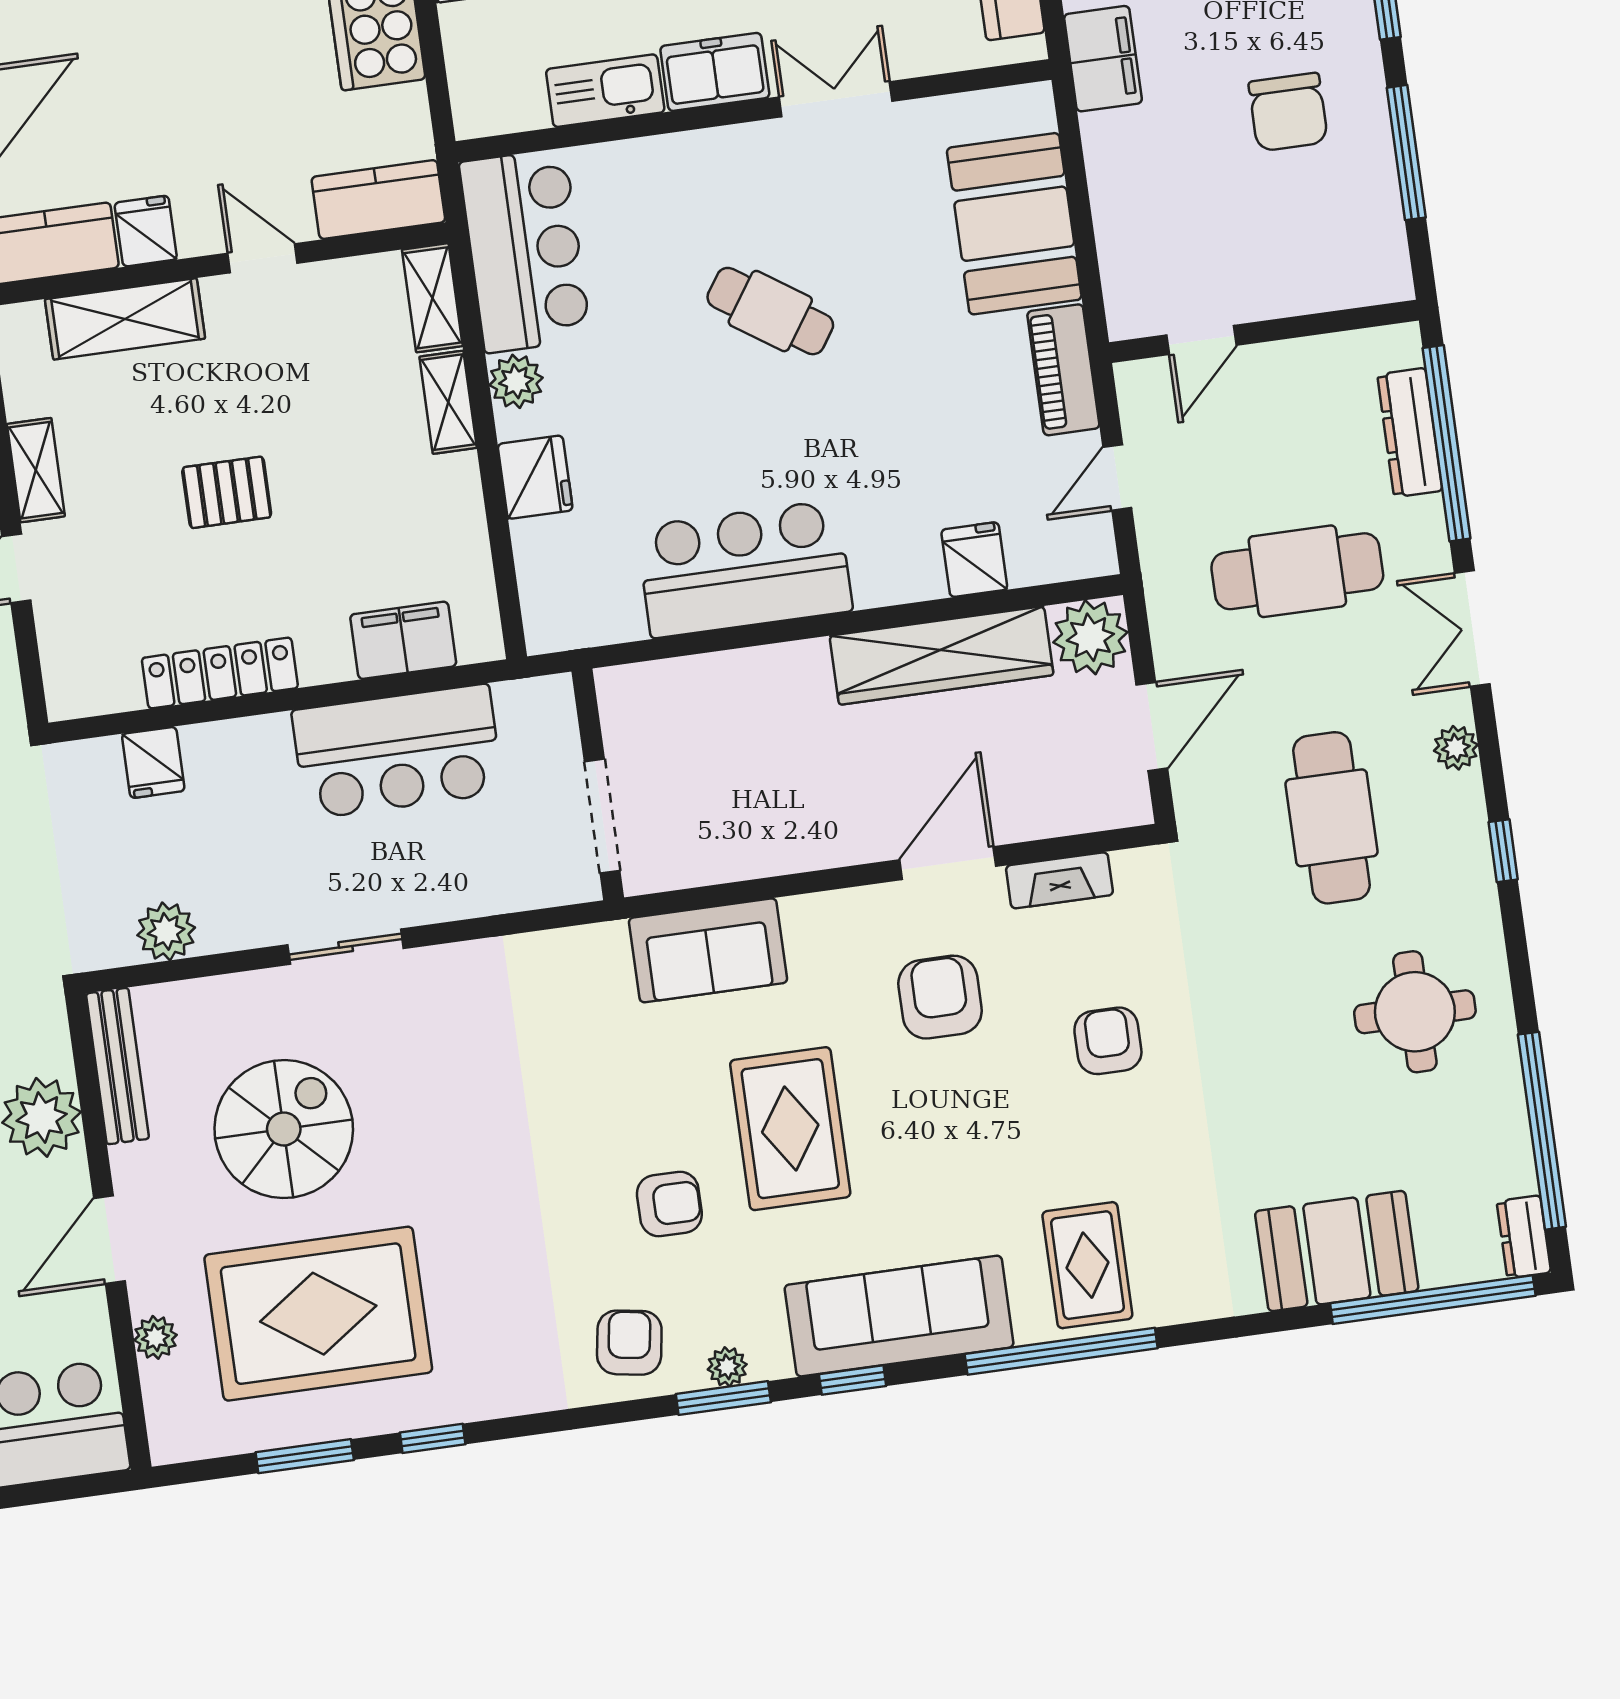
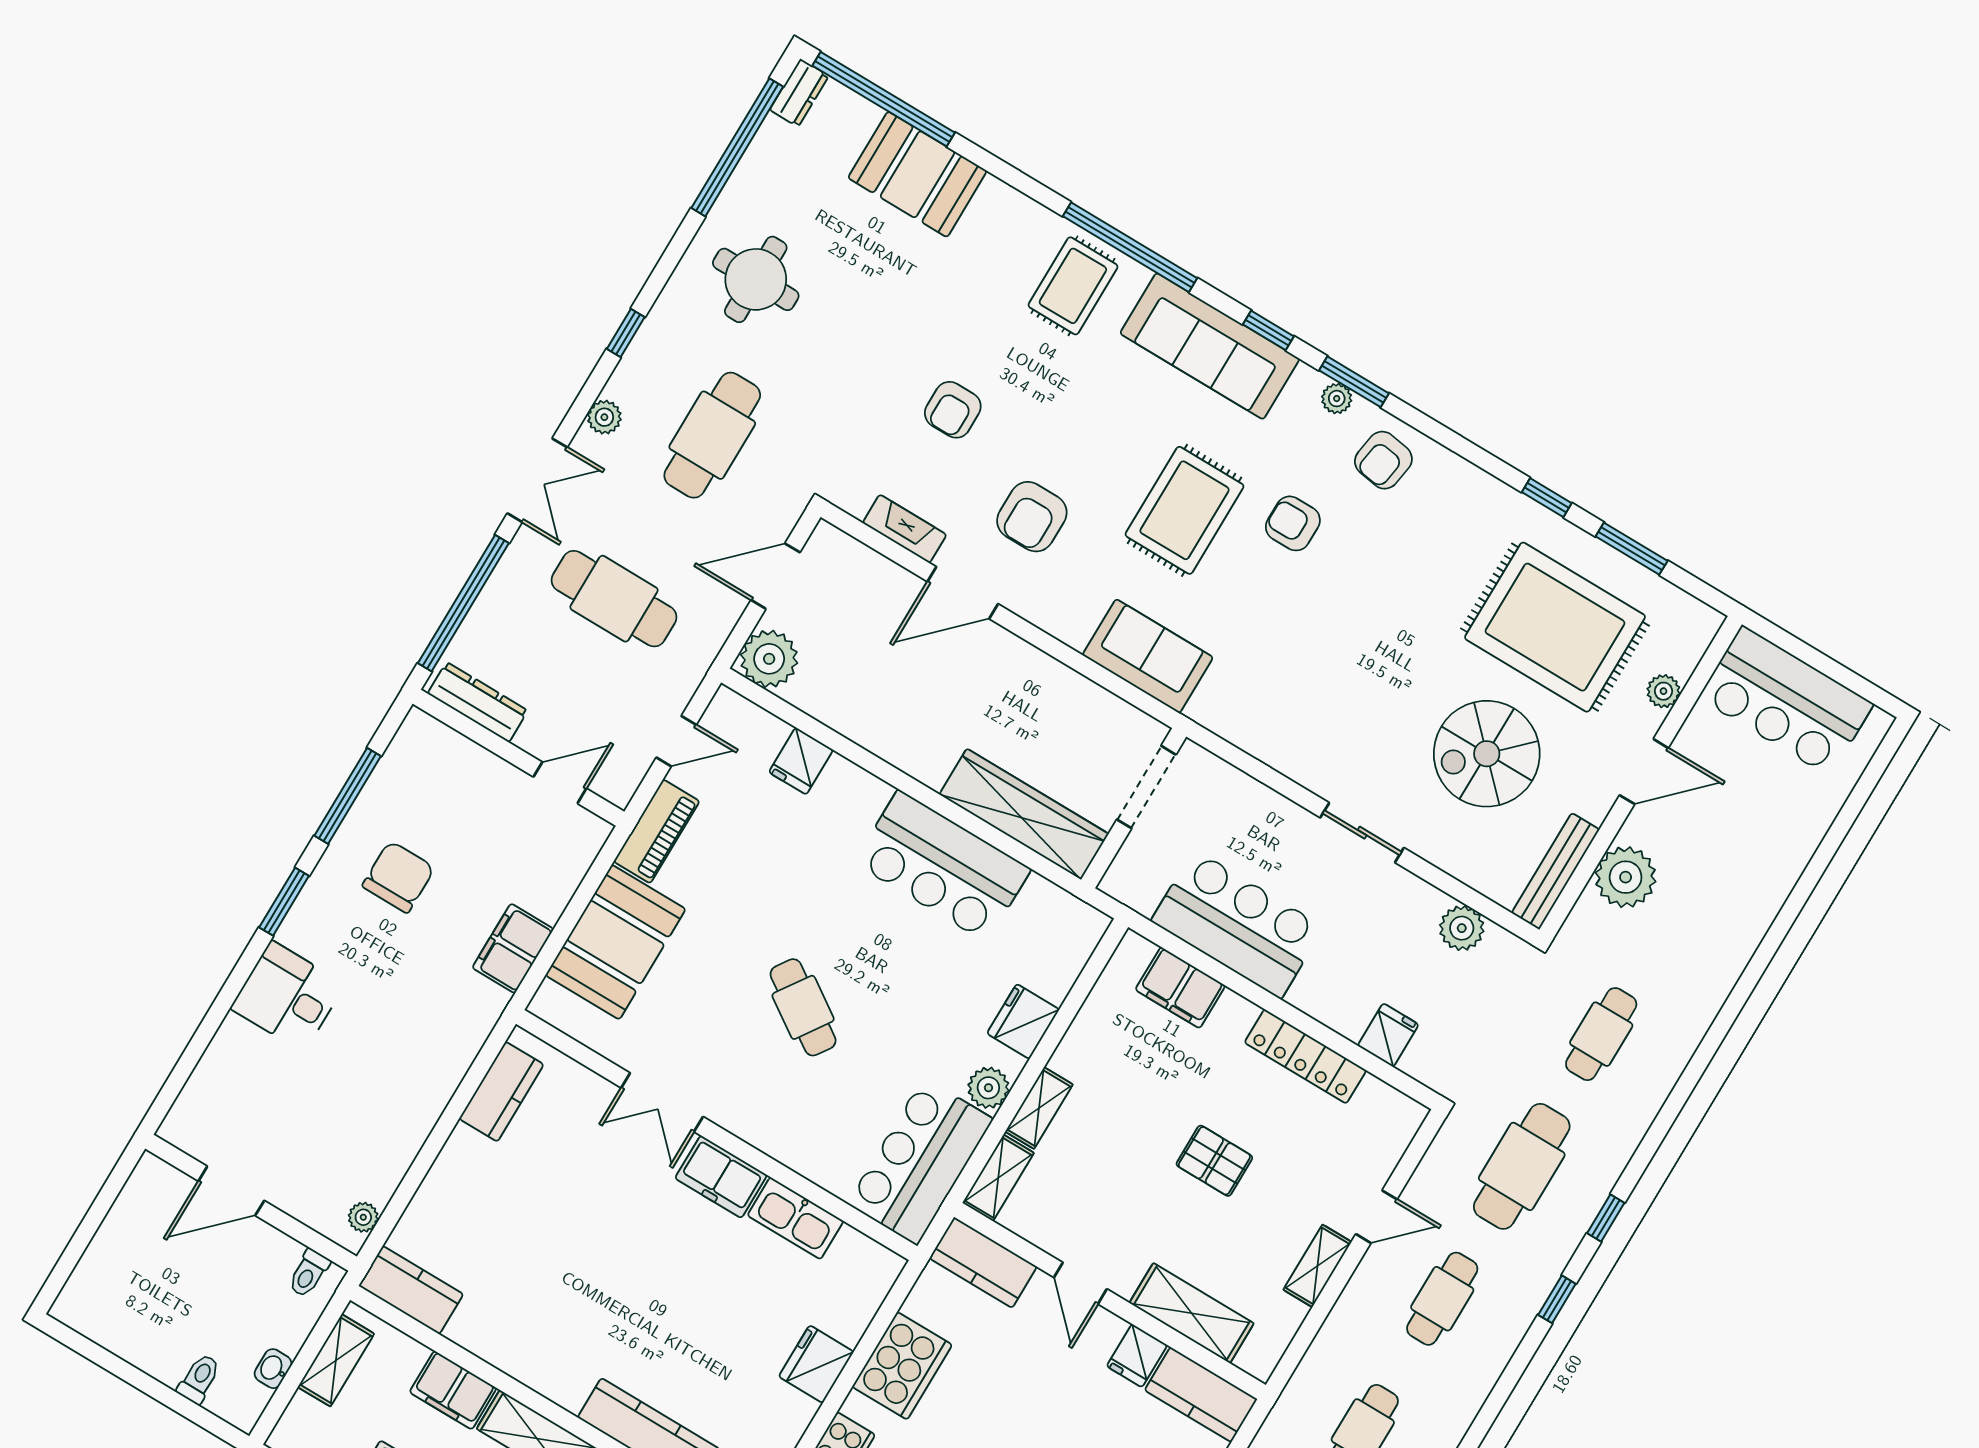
filing cabinet: (1103, 59) -> (513, 948), moved
dresser: (1410, 433) -> (478, 702), moved, turned -90
wardrobe: (942, 655) -> (1024, 814), moved

